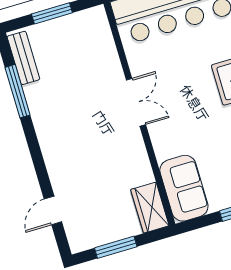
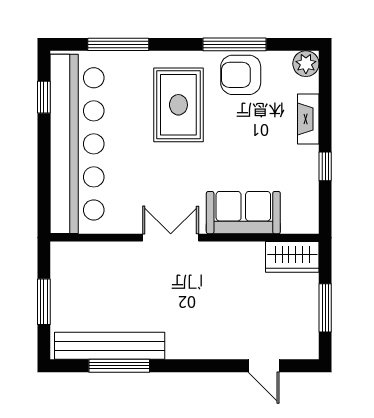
bench: (23, 58) -> (110, 346), width x1.86, depth x1.21
sofa: (184, 188) -> (243, 213), moved

